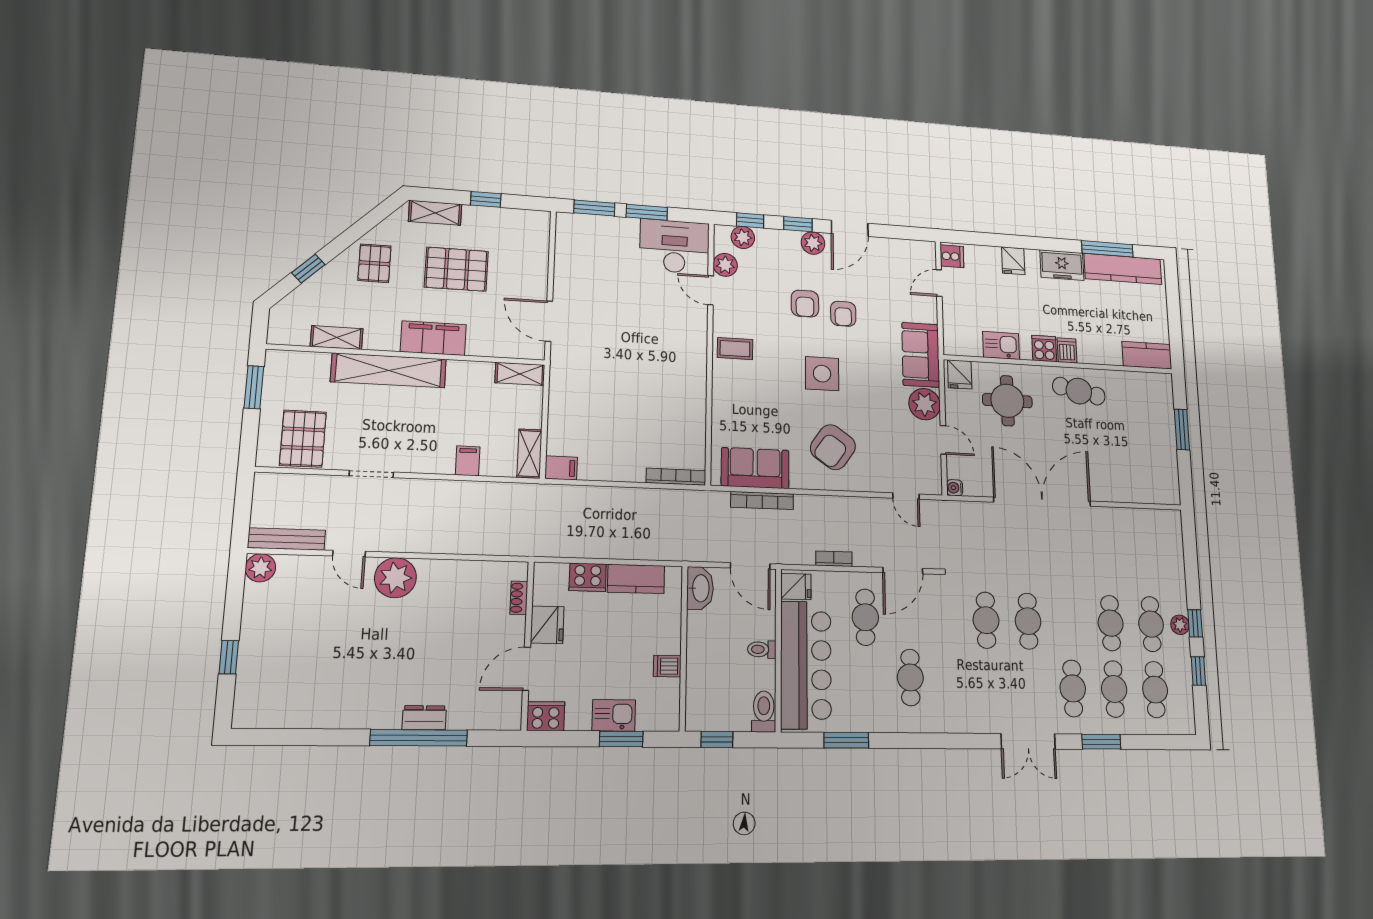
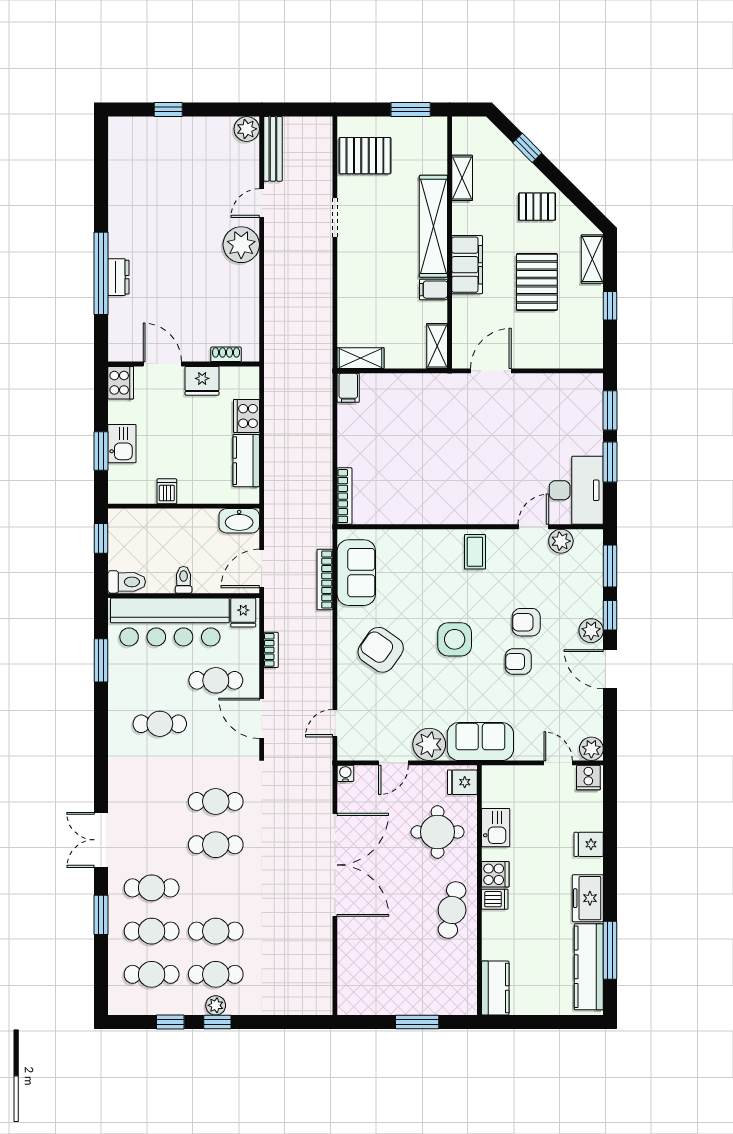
window: (750, 220) -> (610, 566), width x1.50
plant: (743, 237) -> (591, 749), moved
filing cabinet: (468, 461) -> (433, 290), moved, turned 180

